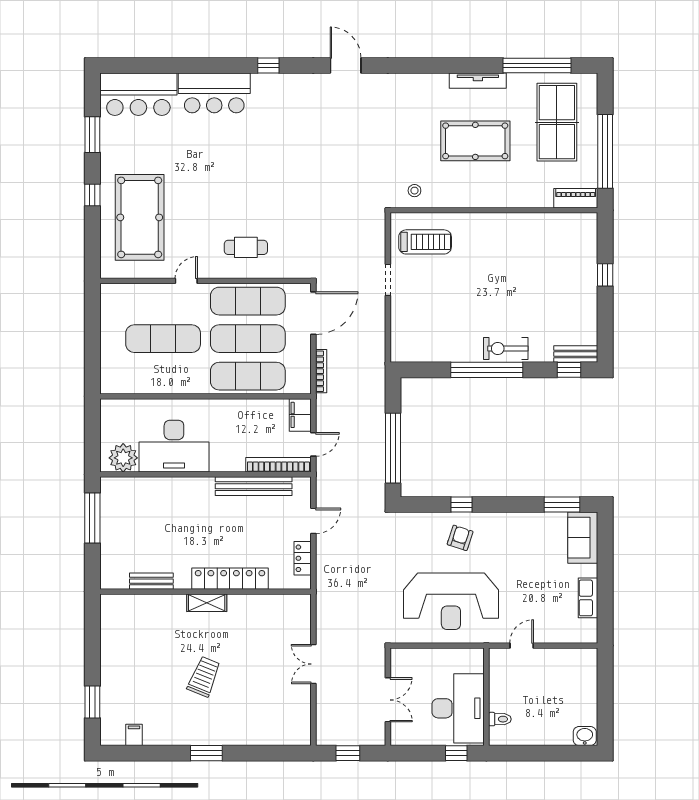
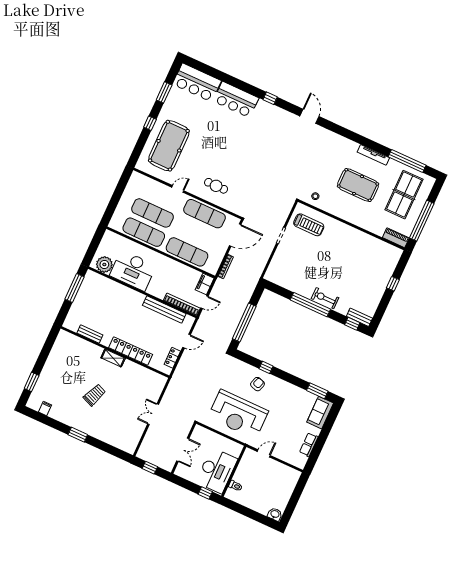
exercise mat: (248, 339) -> (144, 232), moved

